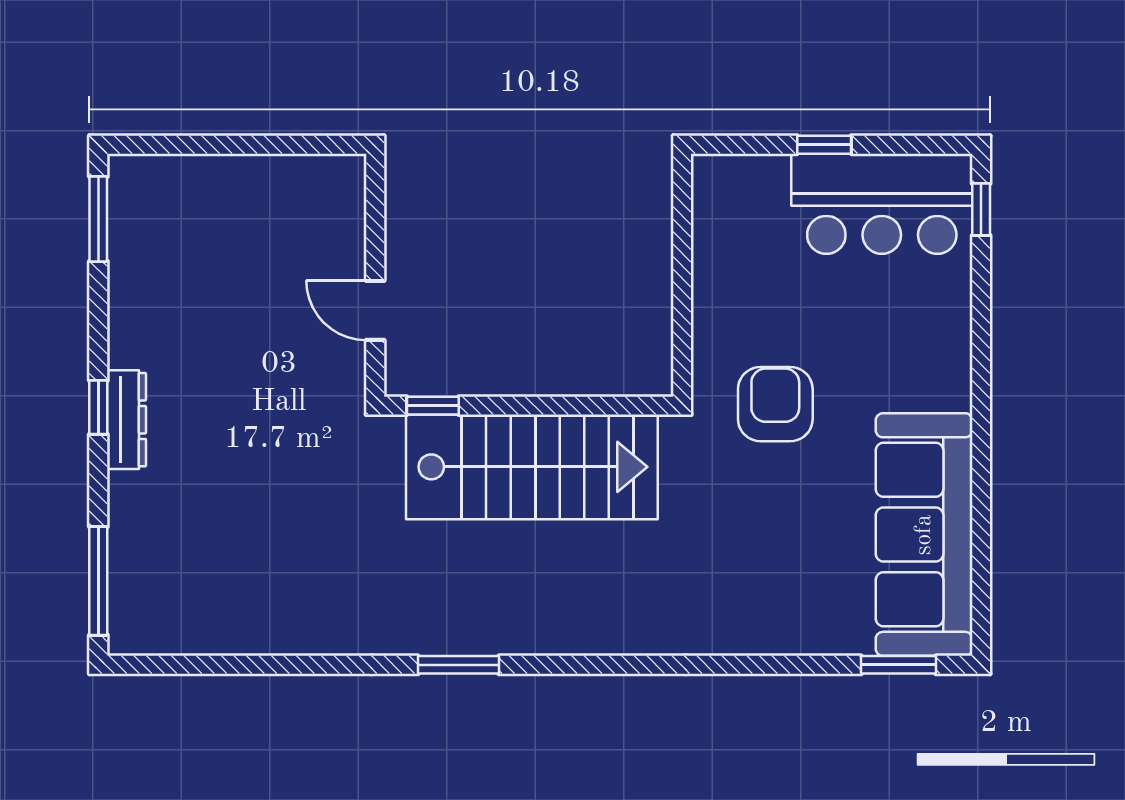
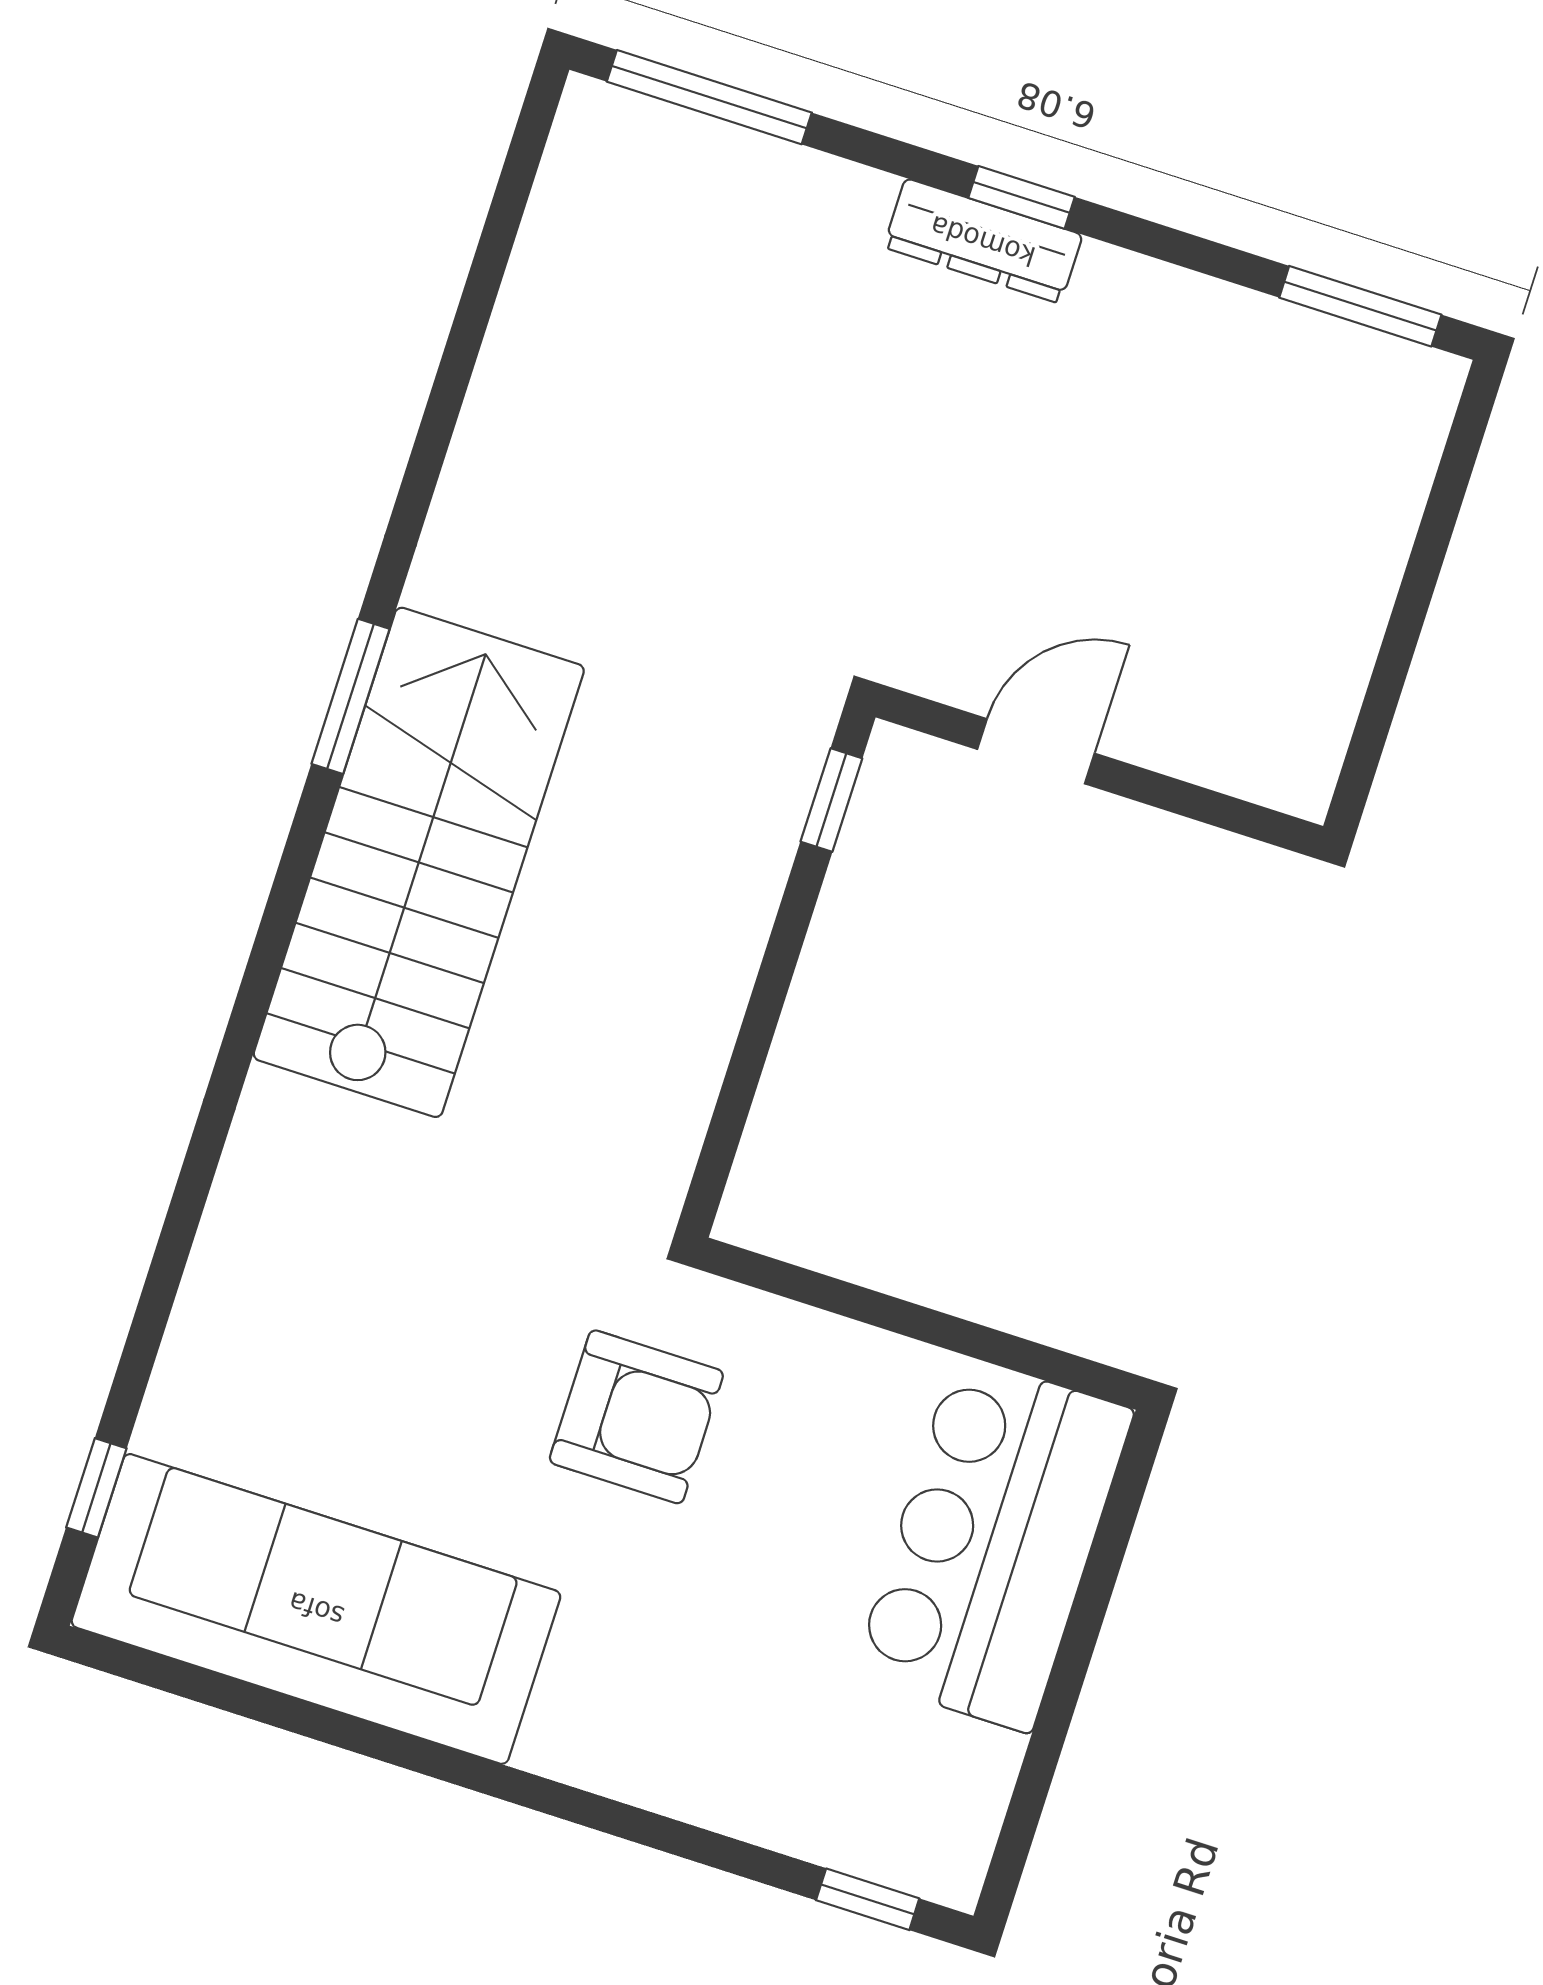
window: (824, 145) -> (1075, 1655), removed
bar counter: (882, 204) -> (993, 1543), moved
stairs: (532, 467) -> (419, 862), moved, turned 180
window: (899, 665) -> (96, 1488), width x0.67

